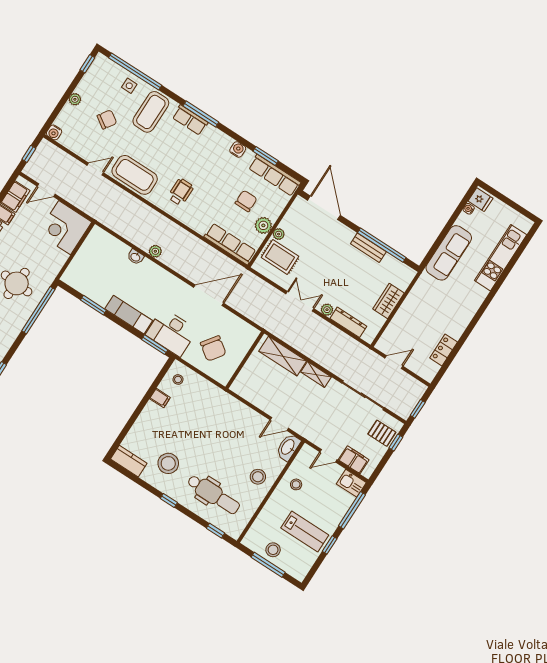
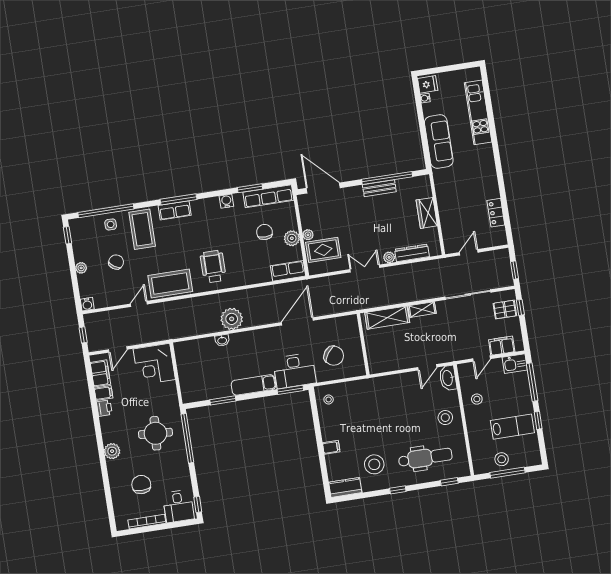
wheelchair: (181, 192) -> (213, 267), width x1.36, depth x1.37
row of seats: (230, 244) -> (288, 271), width x0.68
plant: (155, 251) -> (232, 319), width x1.87, depth x1.87
filing cabinet: (160, 398) -> (331, 447), moved

